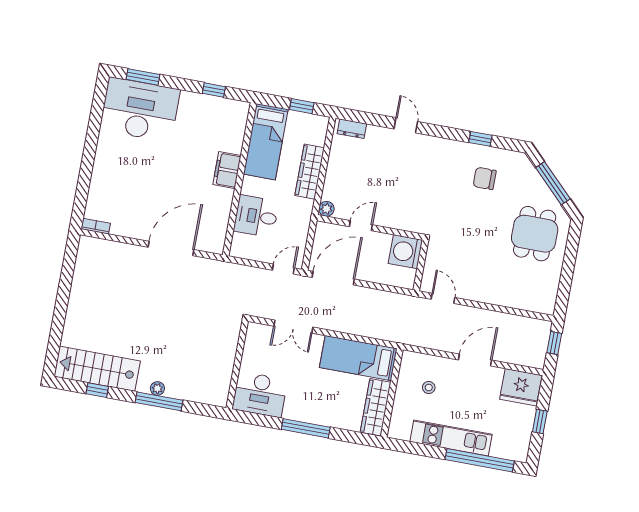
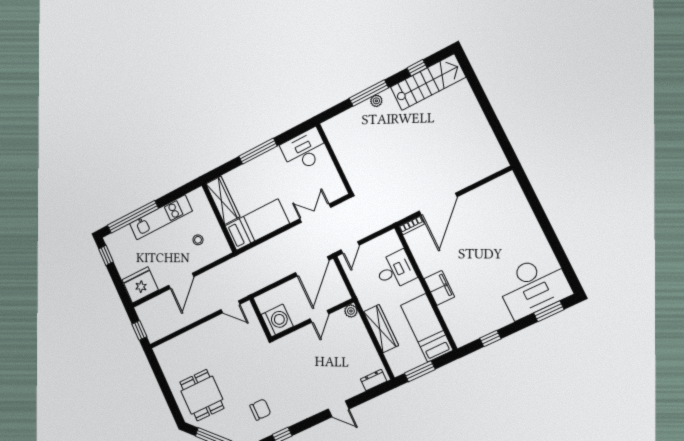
window: (302, 106) -> (420, 371), width x1.50
bookcase: (96, 226) -> (411, 225), moved
window: (540, 421) -> (106, 255), moved

